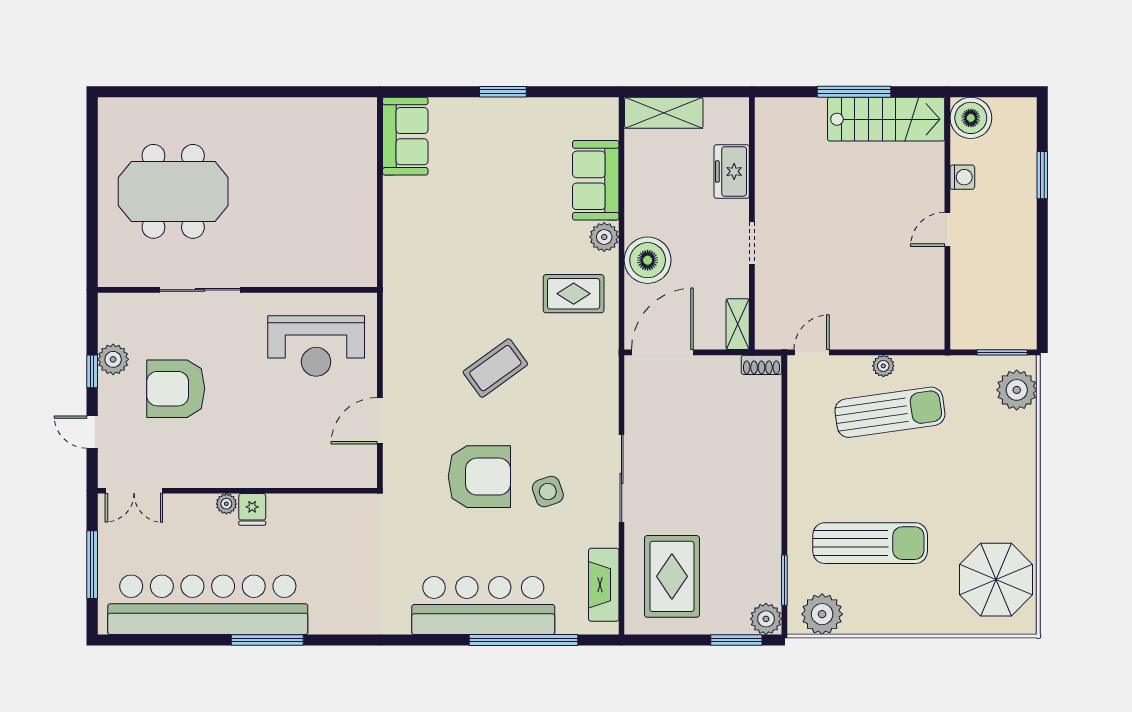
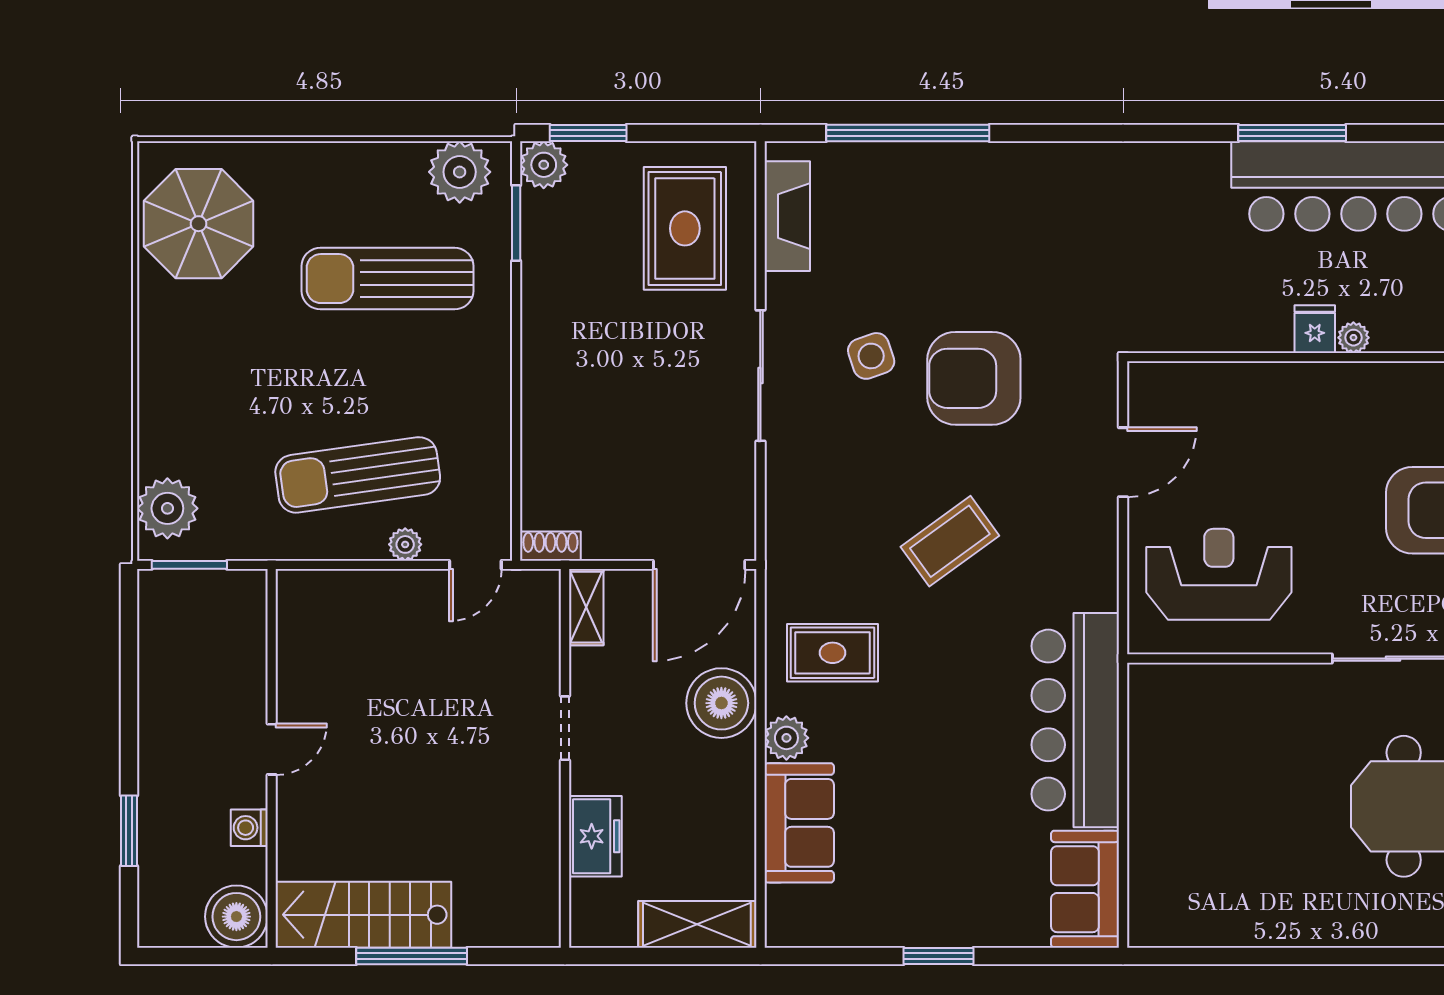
plant: (883, 366) -> (405, 544), moved
bar counter: (483, 606) -> (1075, 720), moved, turned 90

